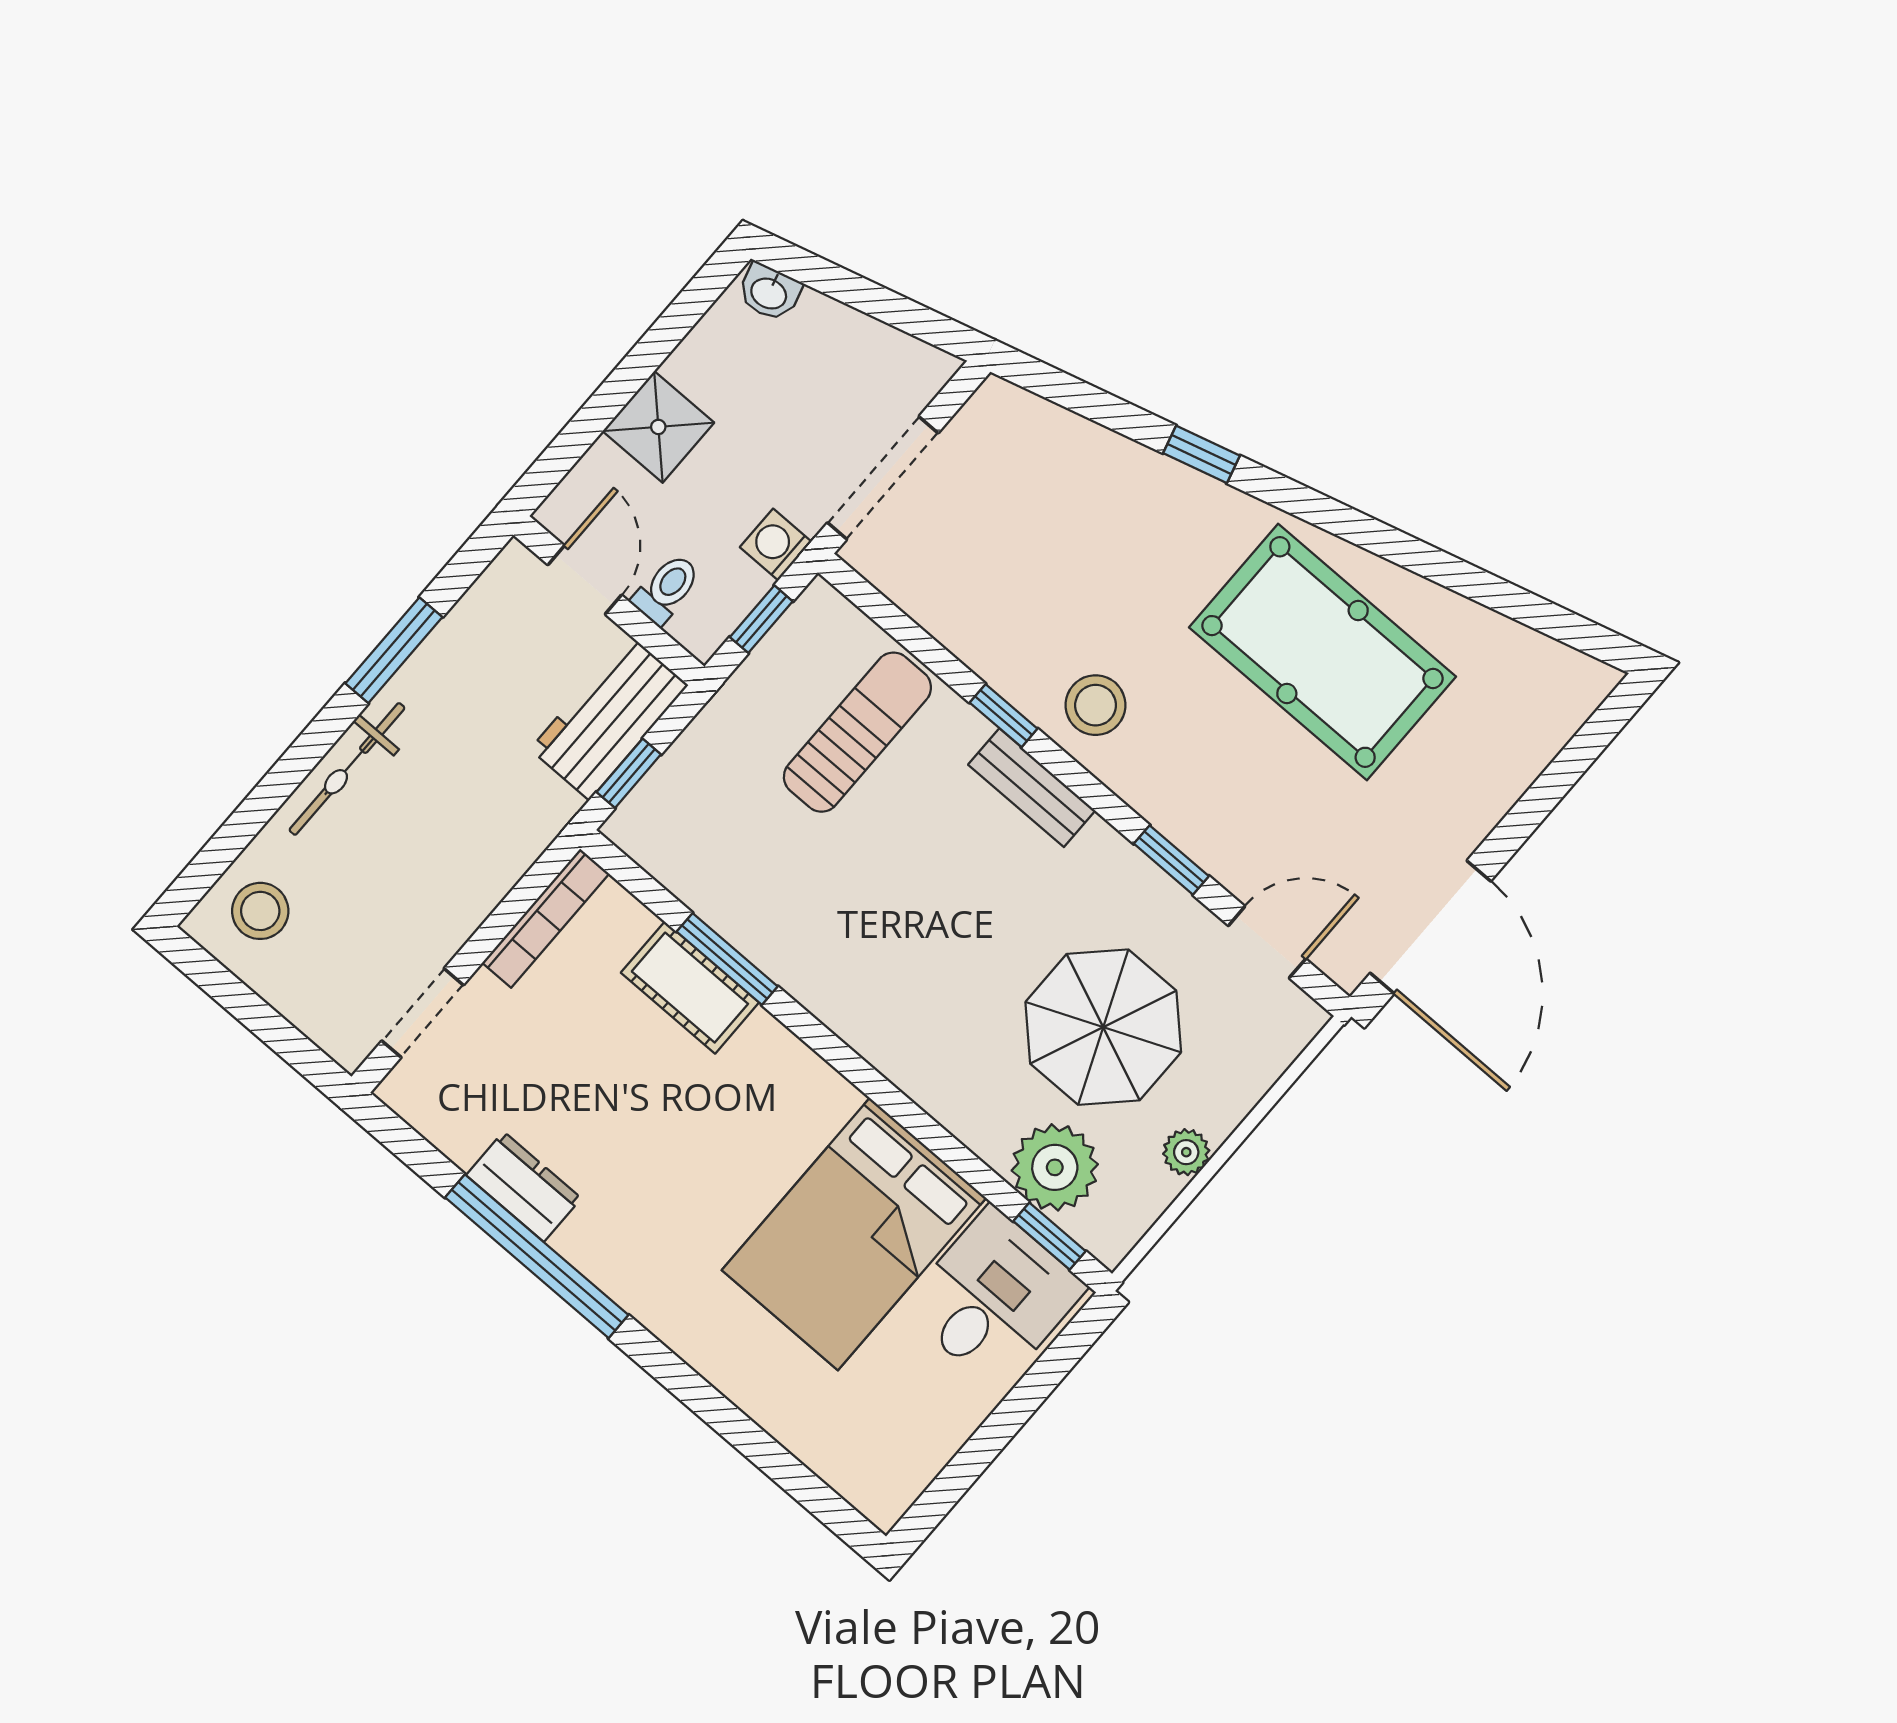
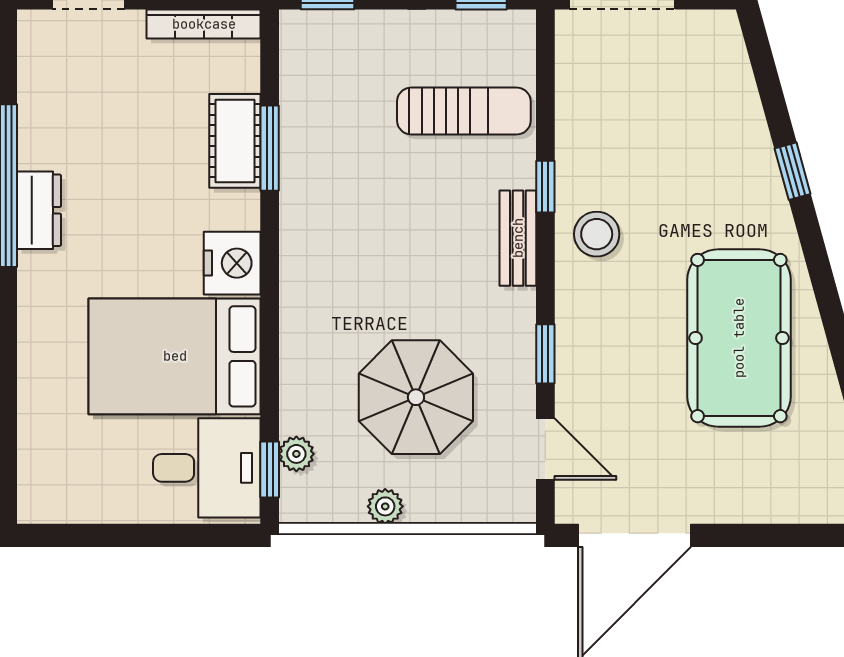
nightstand: (810, 1096) -> (232, 263), added
plant: (1055, 1167) -> (296, 454), width x0.53, depth x0.53
dresser: (524, 1187) -> (39, 210), moved

